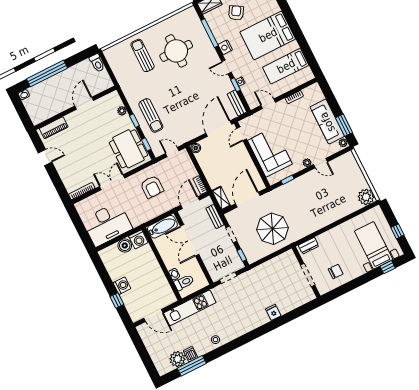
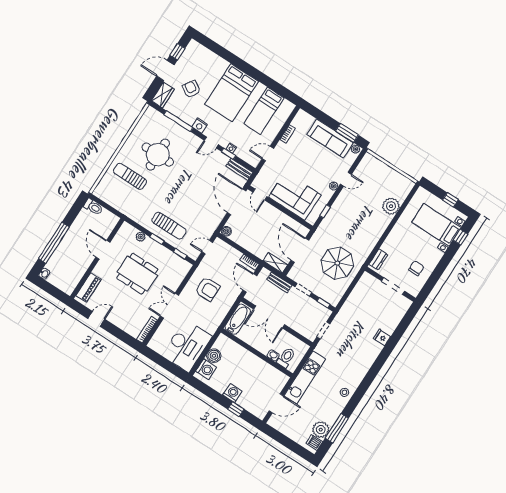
dining table: (128, 149) -> (137, 274), moved
plant: (366, 197) -> (391, 206), moved
washing machine: (138, 239) -> (206, 369), moved
dishwasher: (191, 354) -> (314, 442), moved

